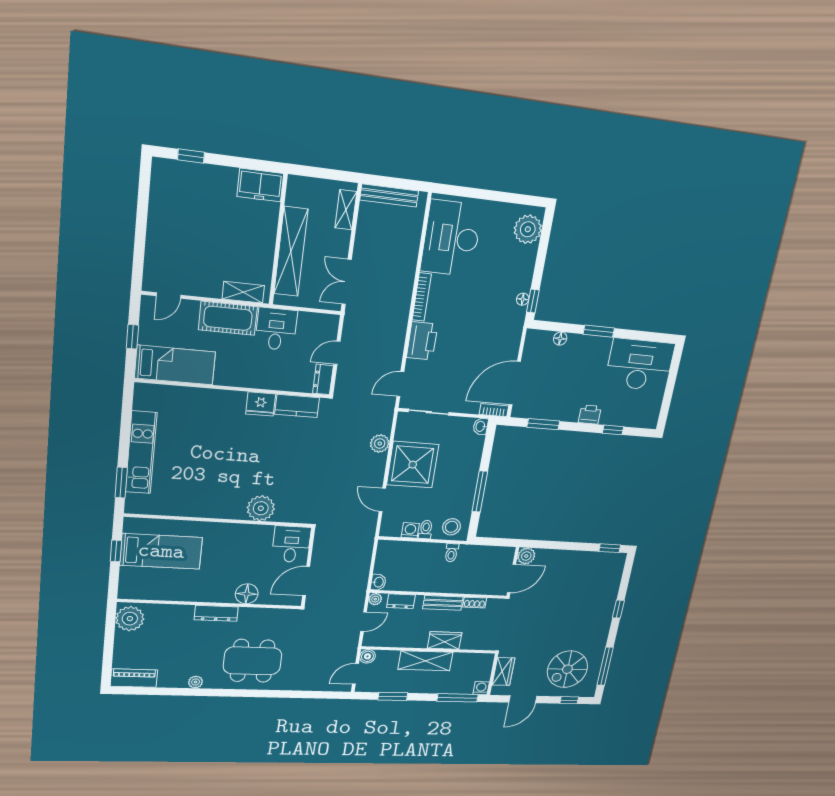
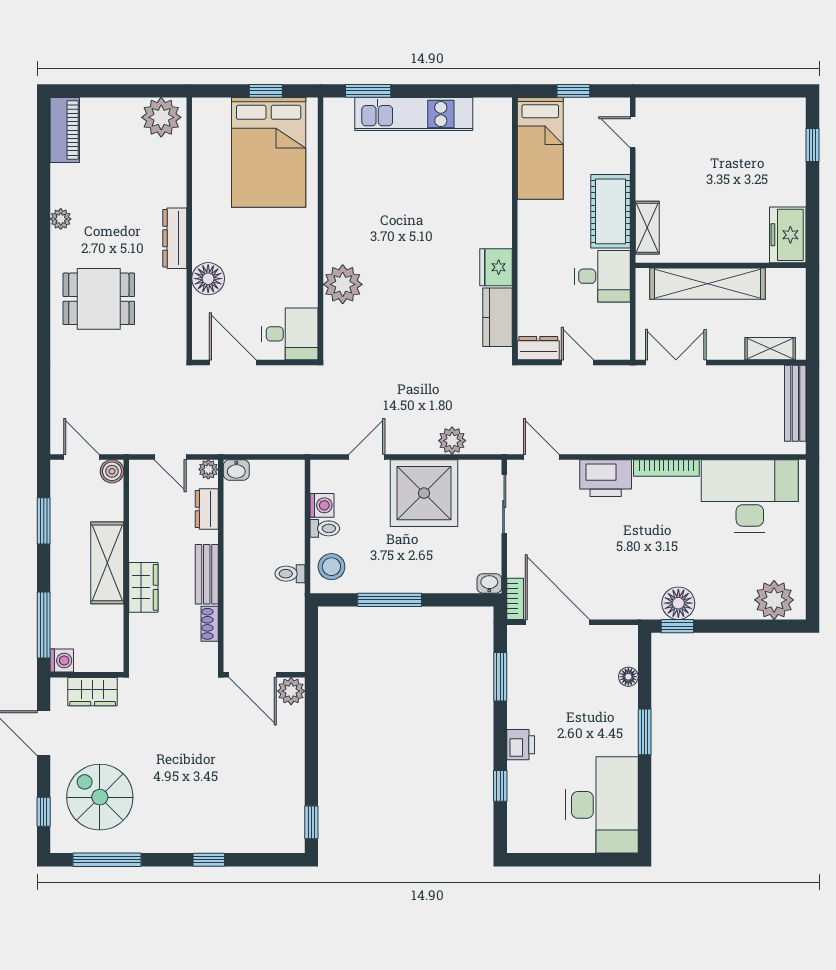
floor lamp: (523, 299) -> (678, 603), width x1.89, depth x1.89
bed: (161, 551) -> (269, 152), width x1.50
dining table: (253, 661) -> (99, 299), width x0.73

